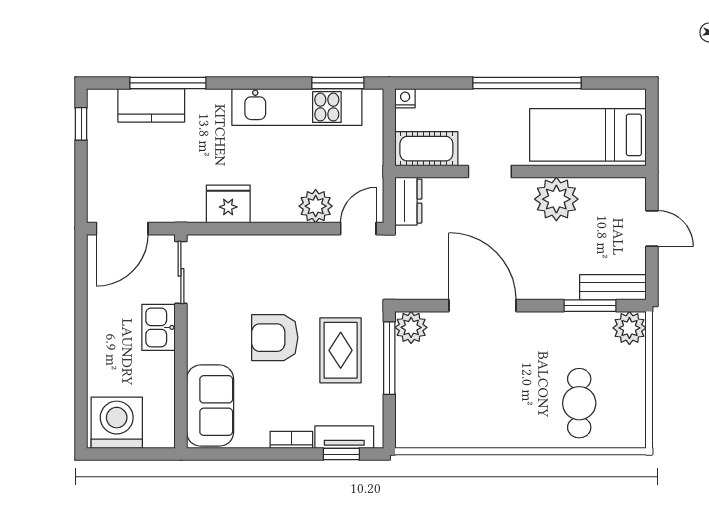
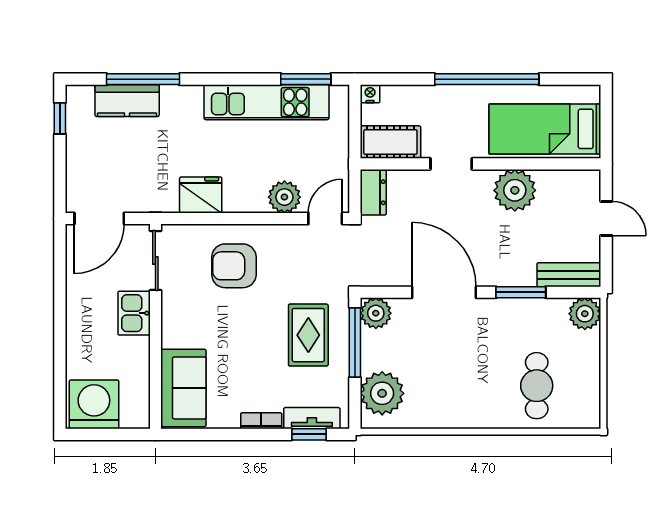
window: (590, 306) -> (521, 292), moved
armchair: (275, 338) -> (234, 266), moved
plant: (418, 411) -> (382, 393), added

